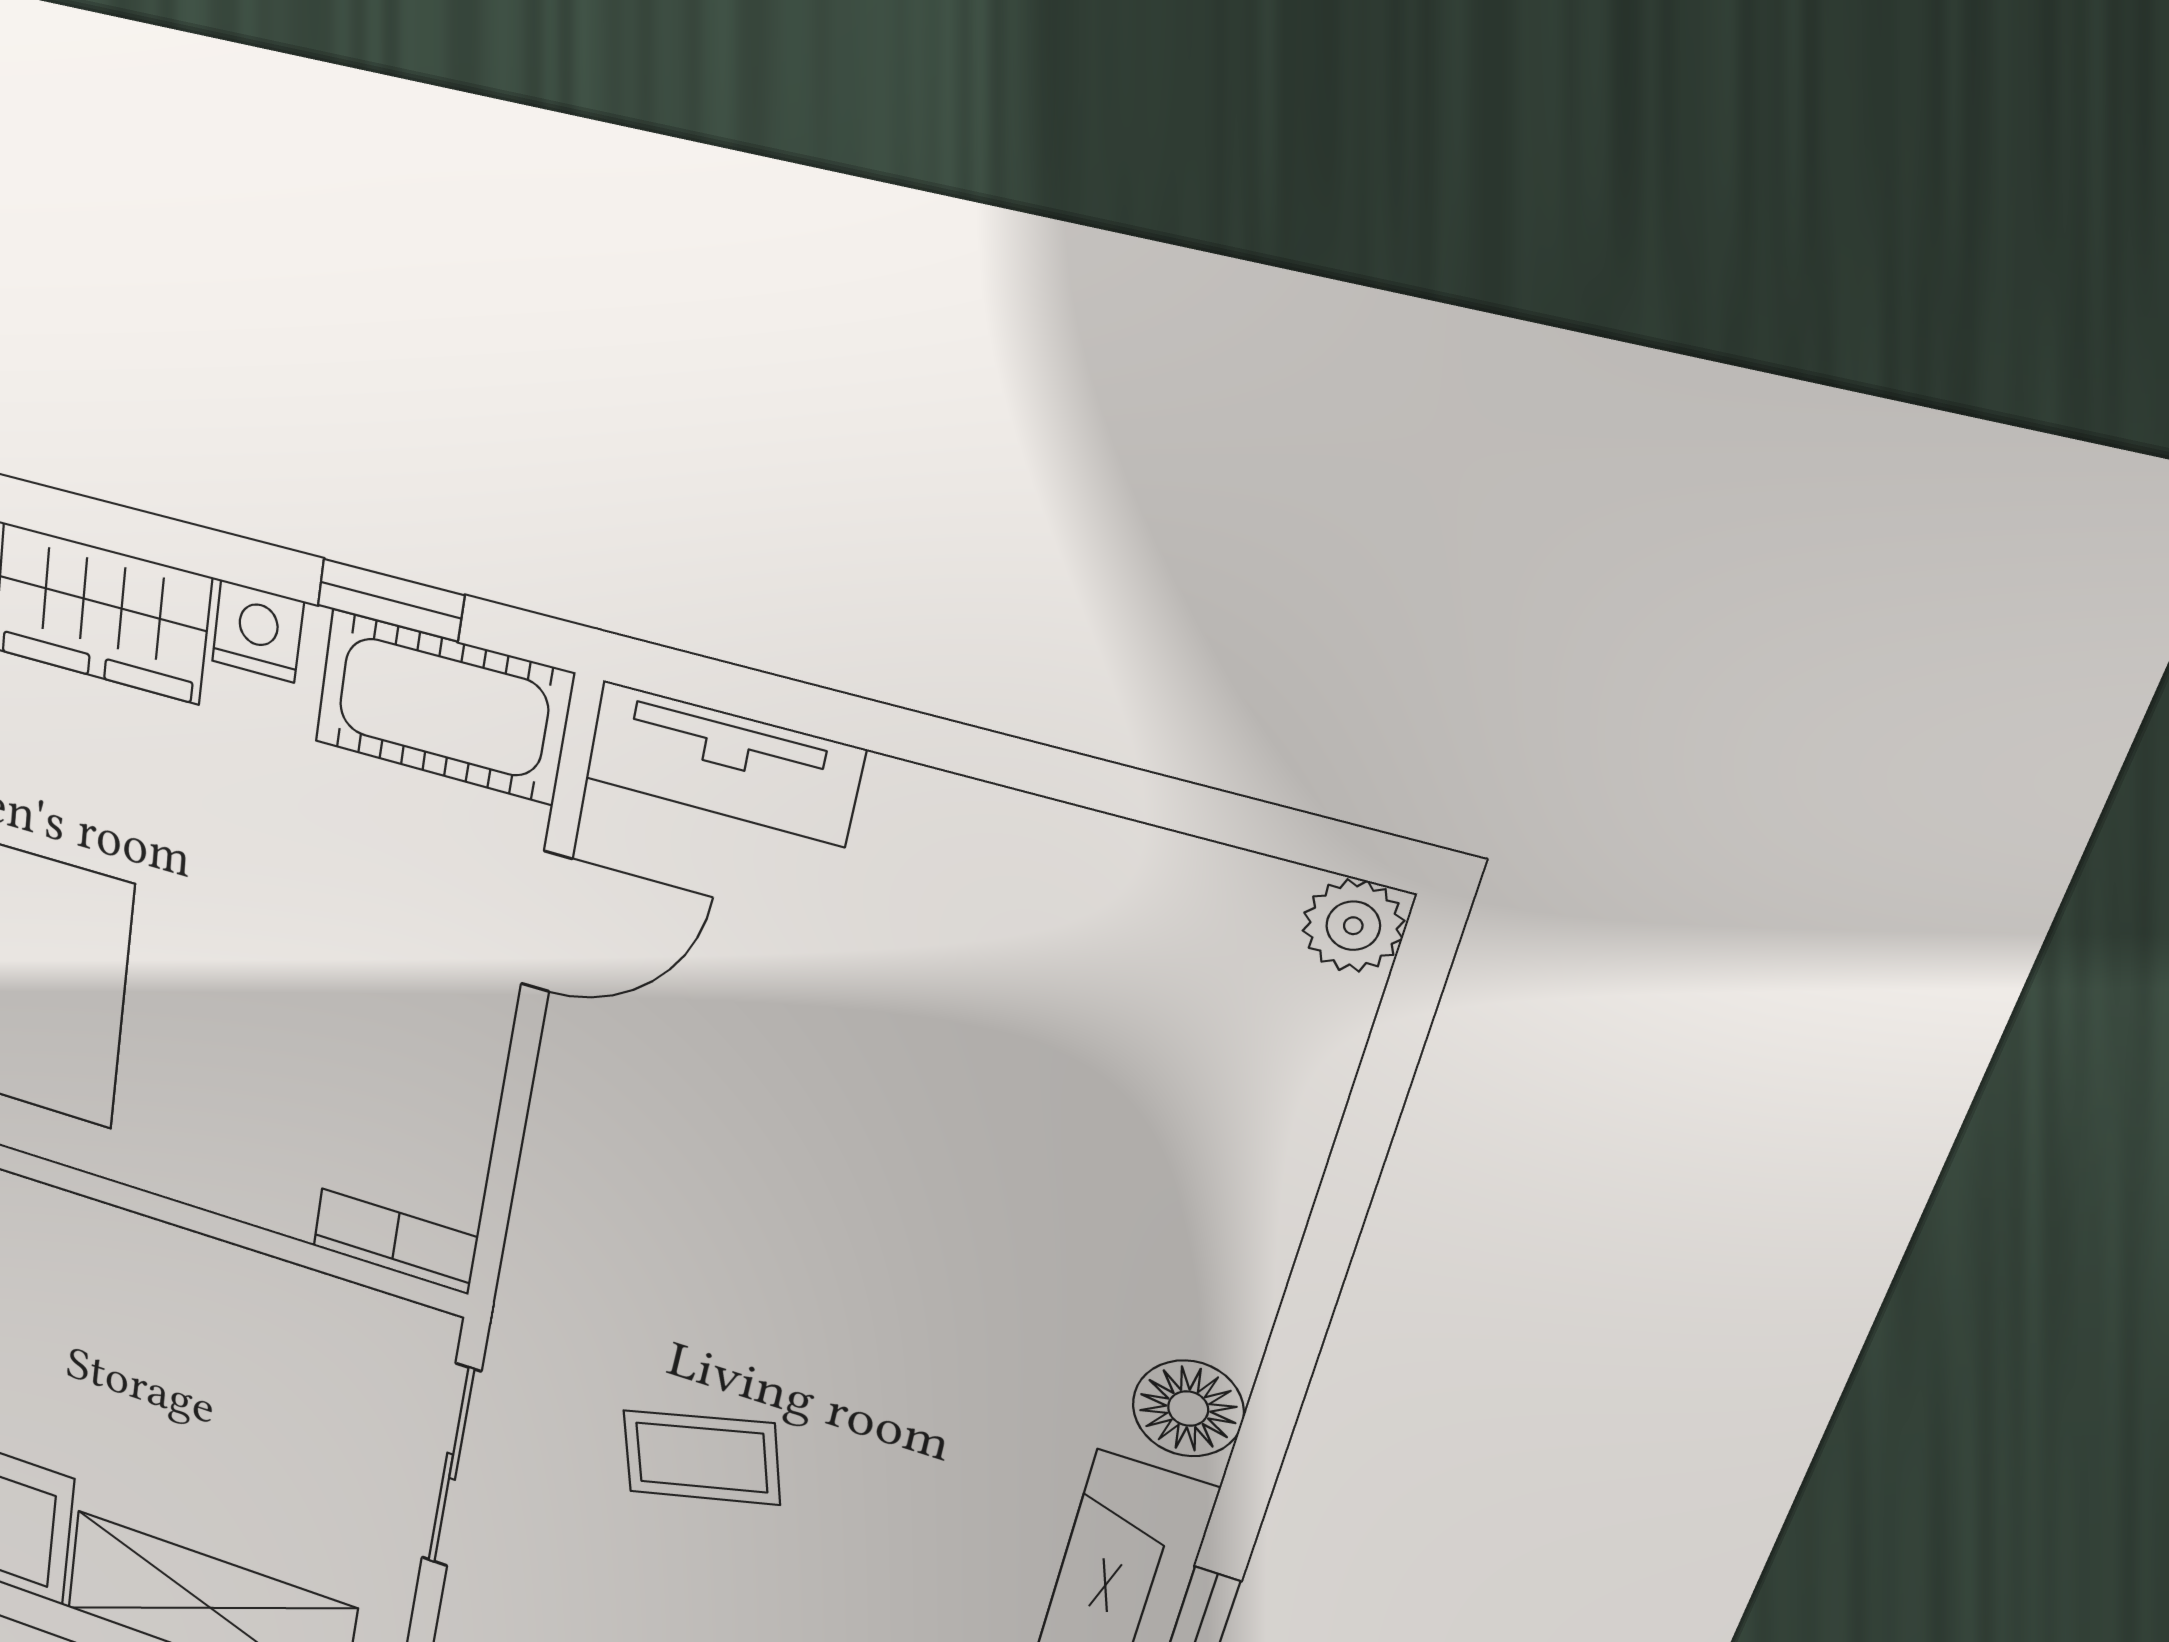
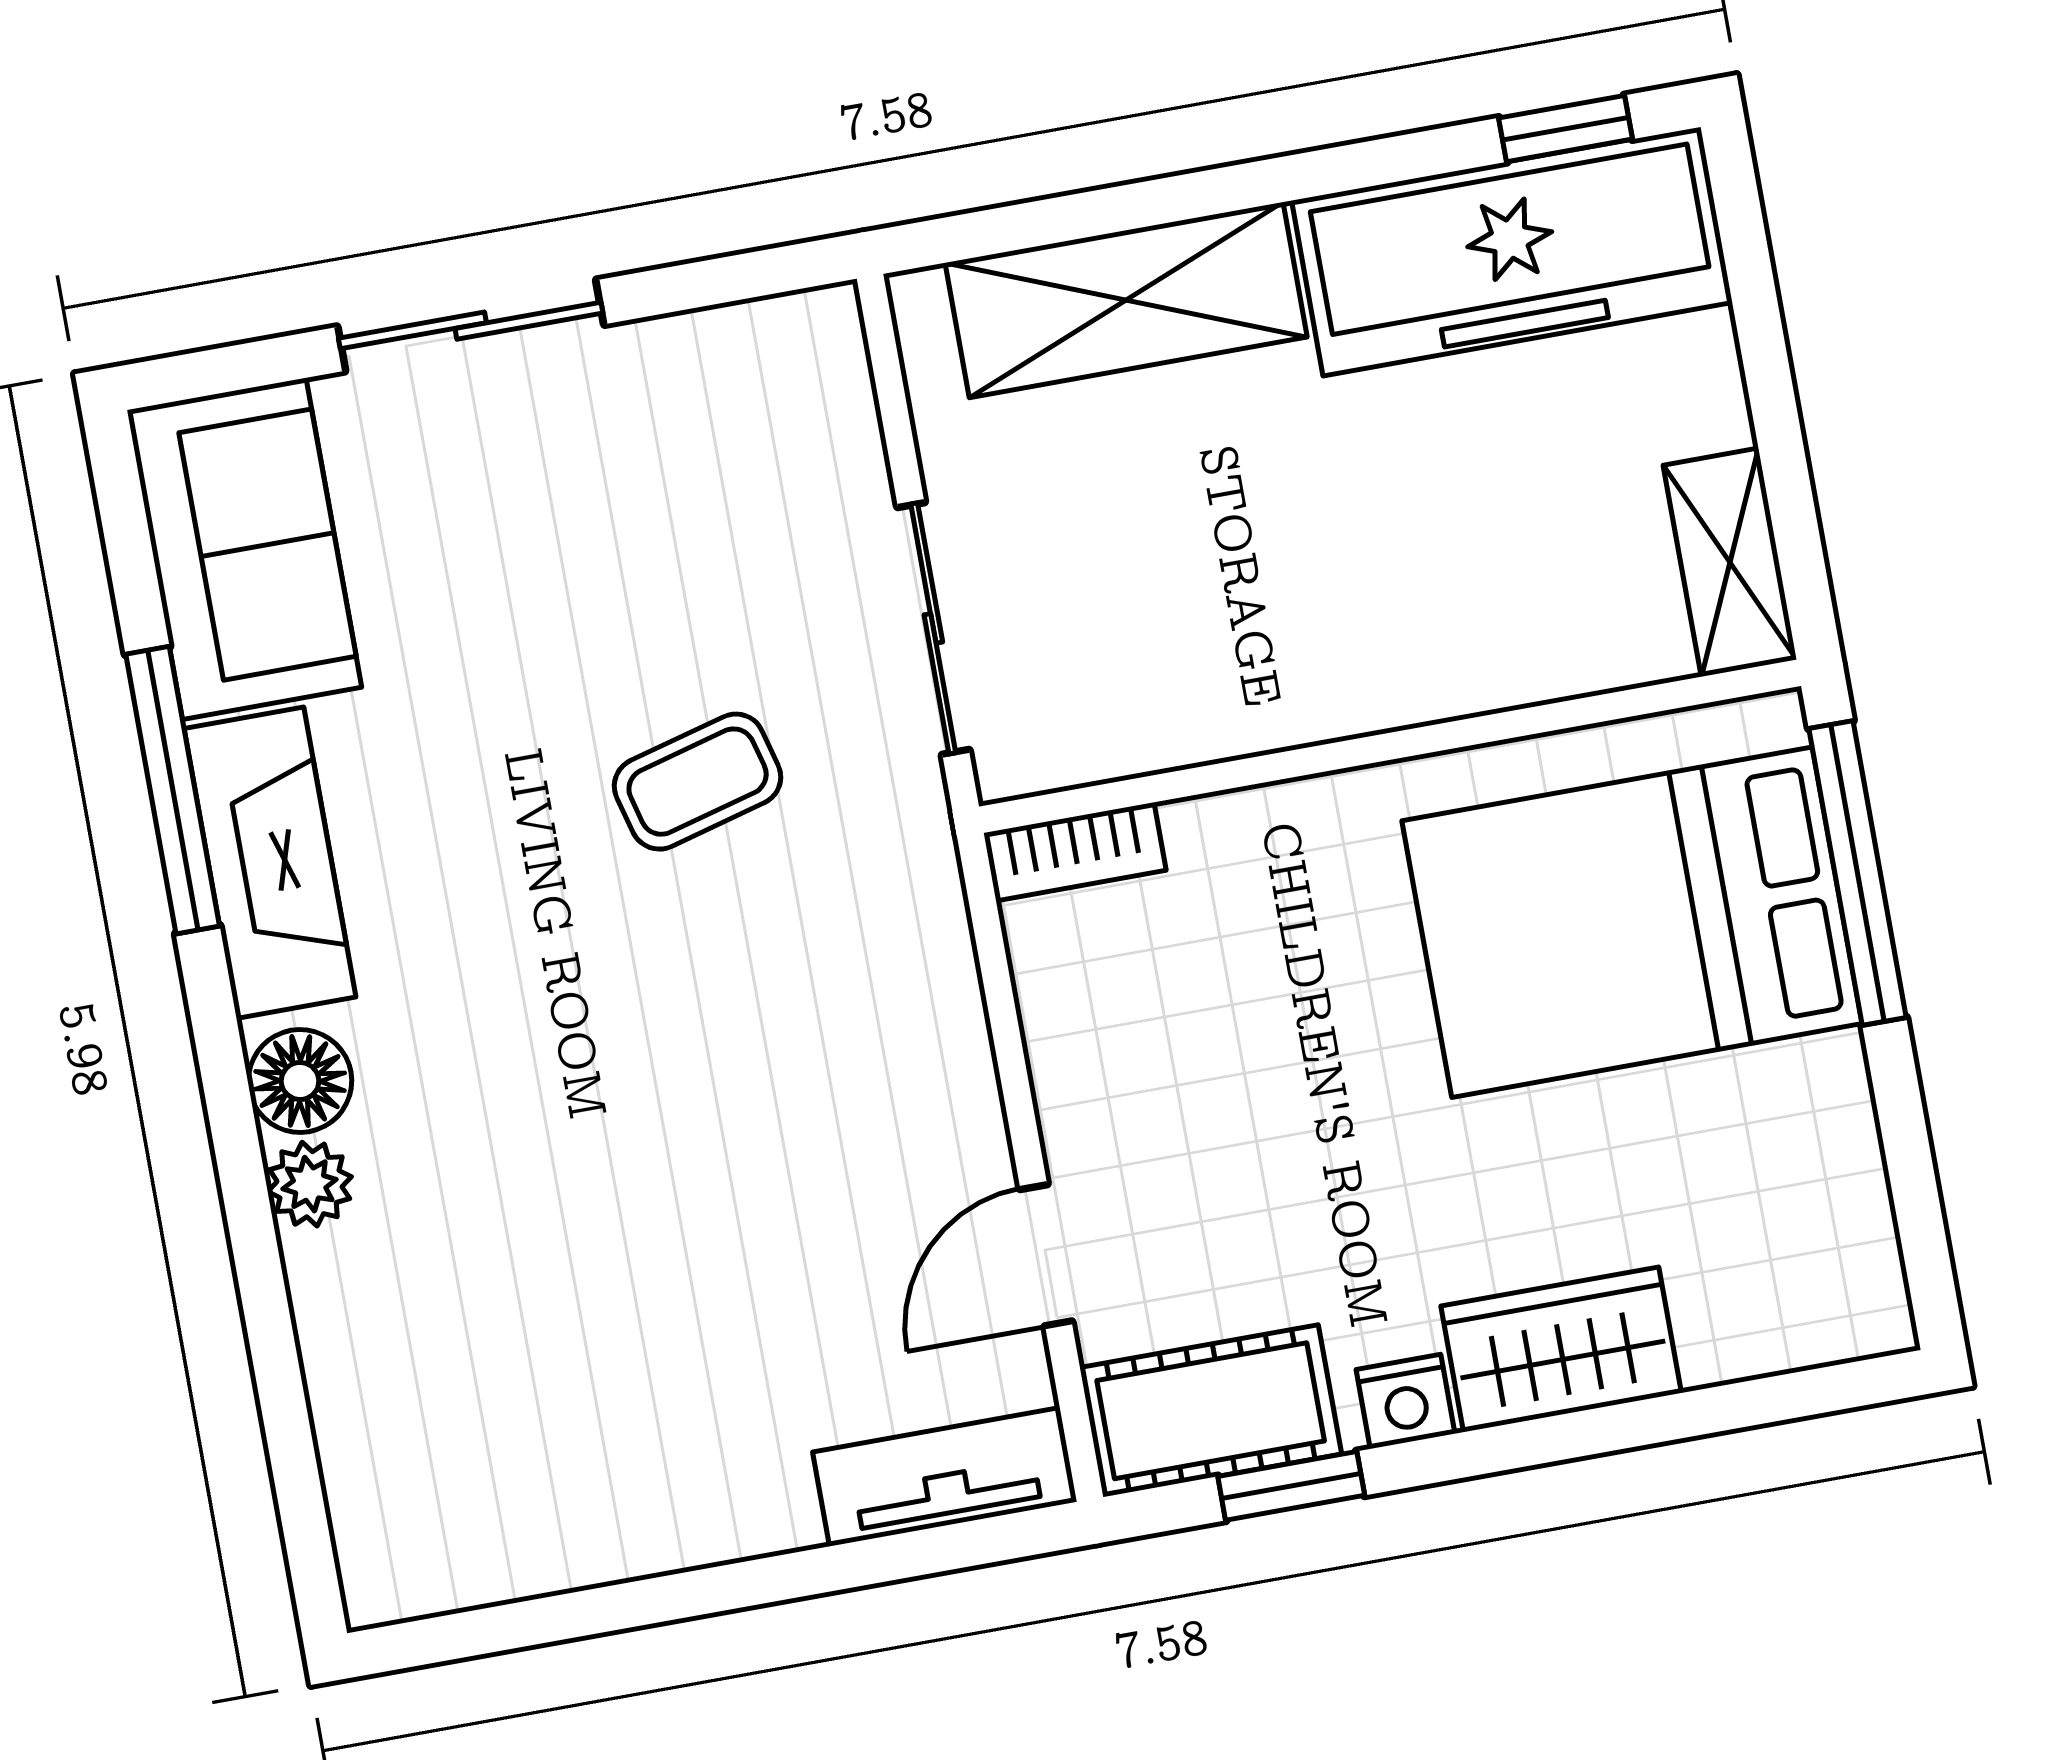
plant: (1353, 926) -> (310, 1184), moved

